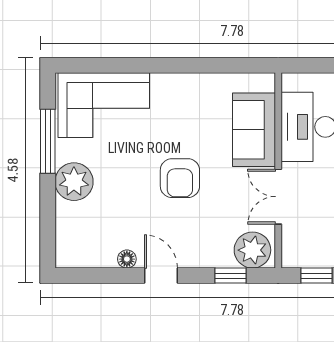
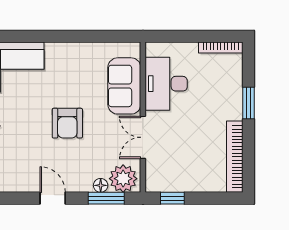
floor lamp: (127, 259) -> (101, 185), moved
window: (231, 276) -> (106, 198), width x1.50

